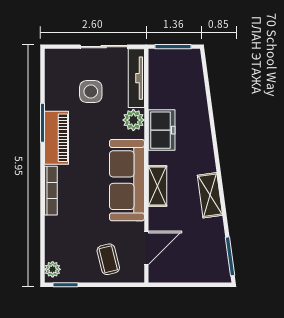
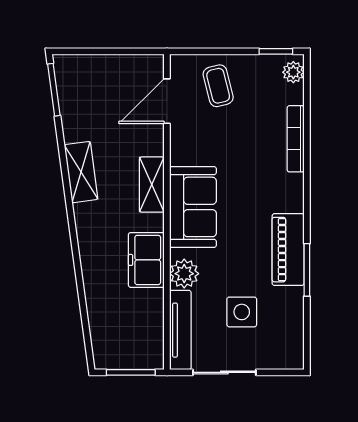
sofa: (127, 180) -> (193, 207), width x0.73
bookcase: (51, 191) -> (296, 139), moved

